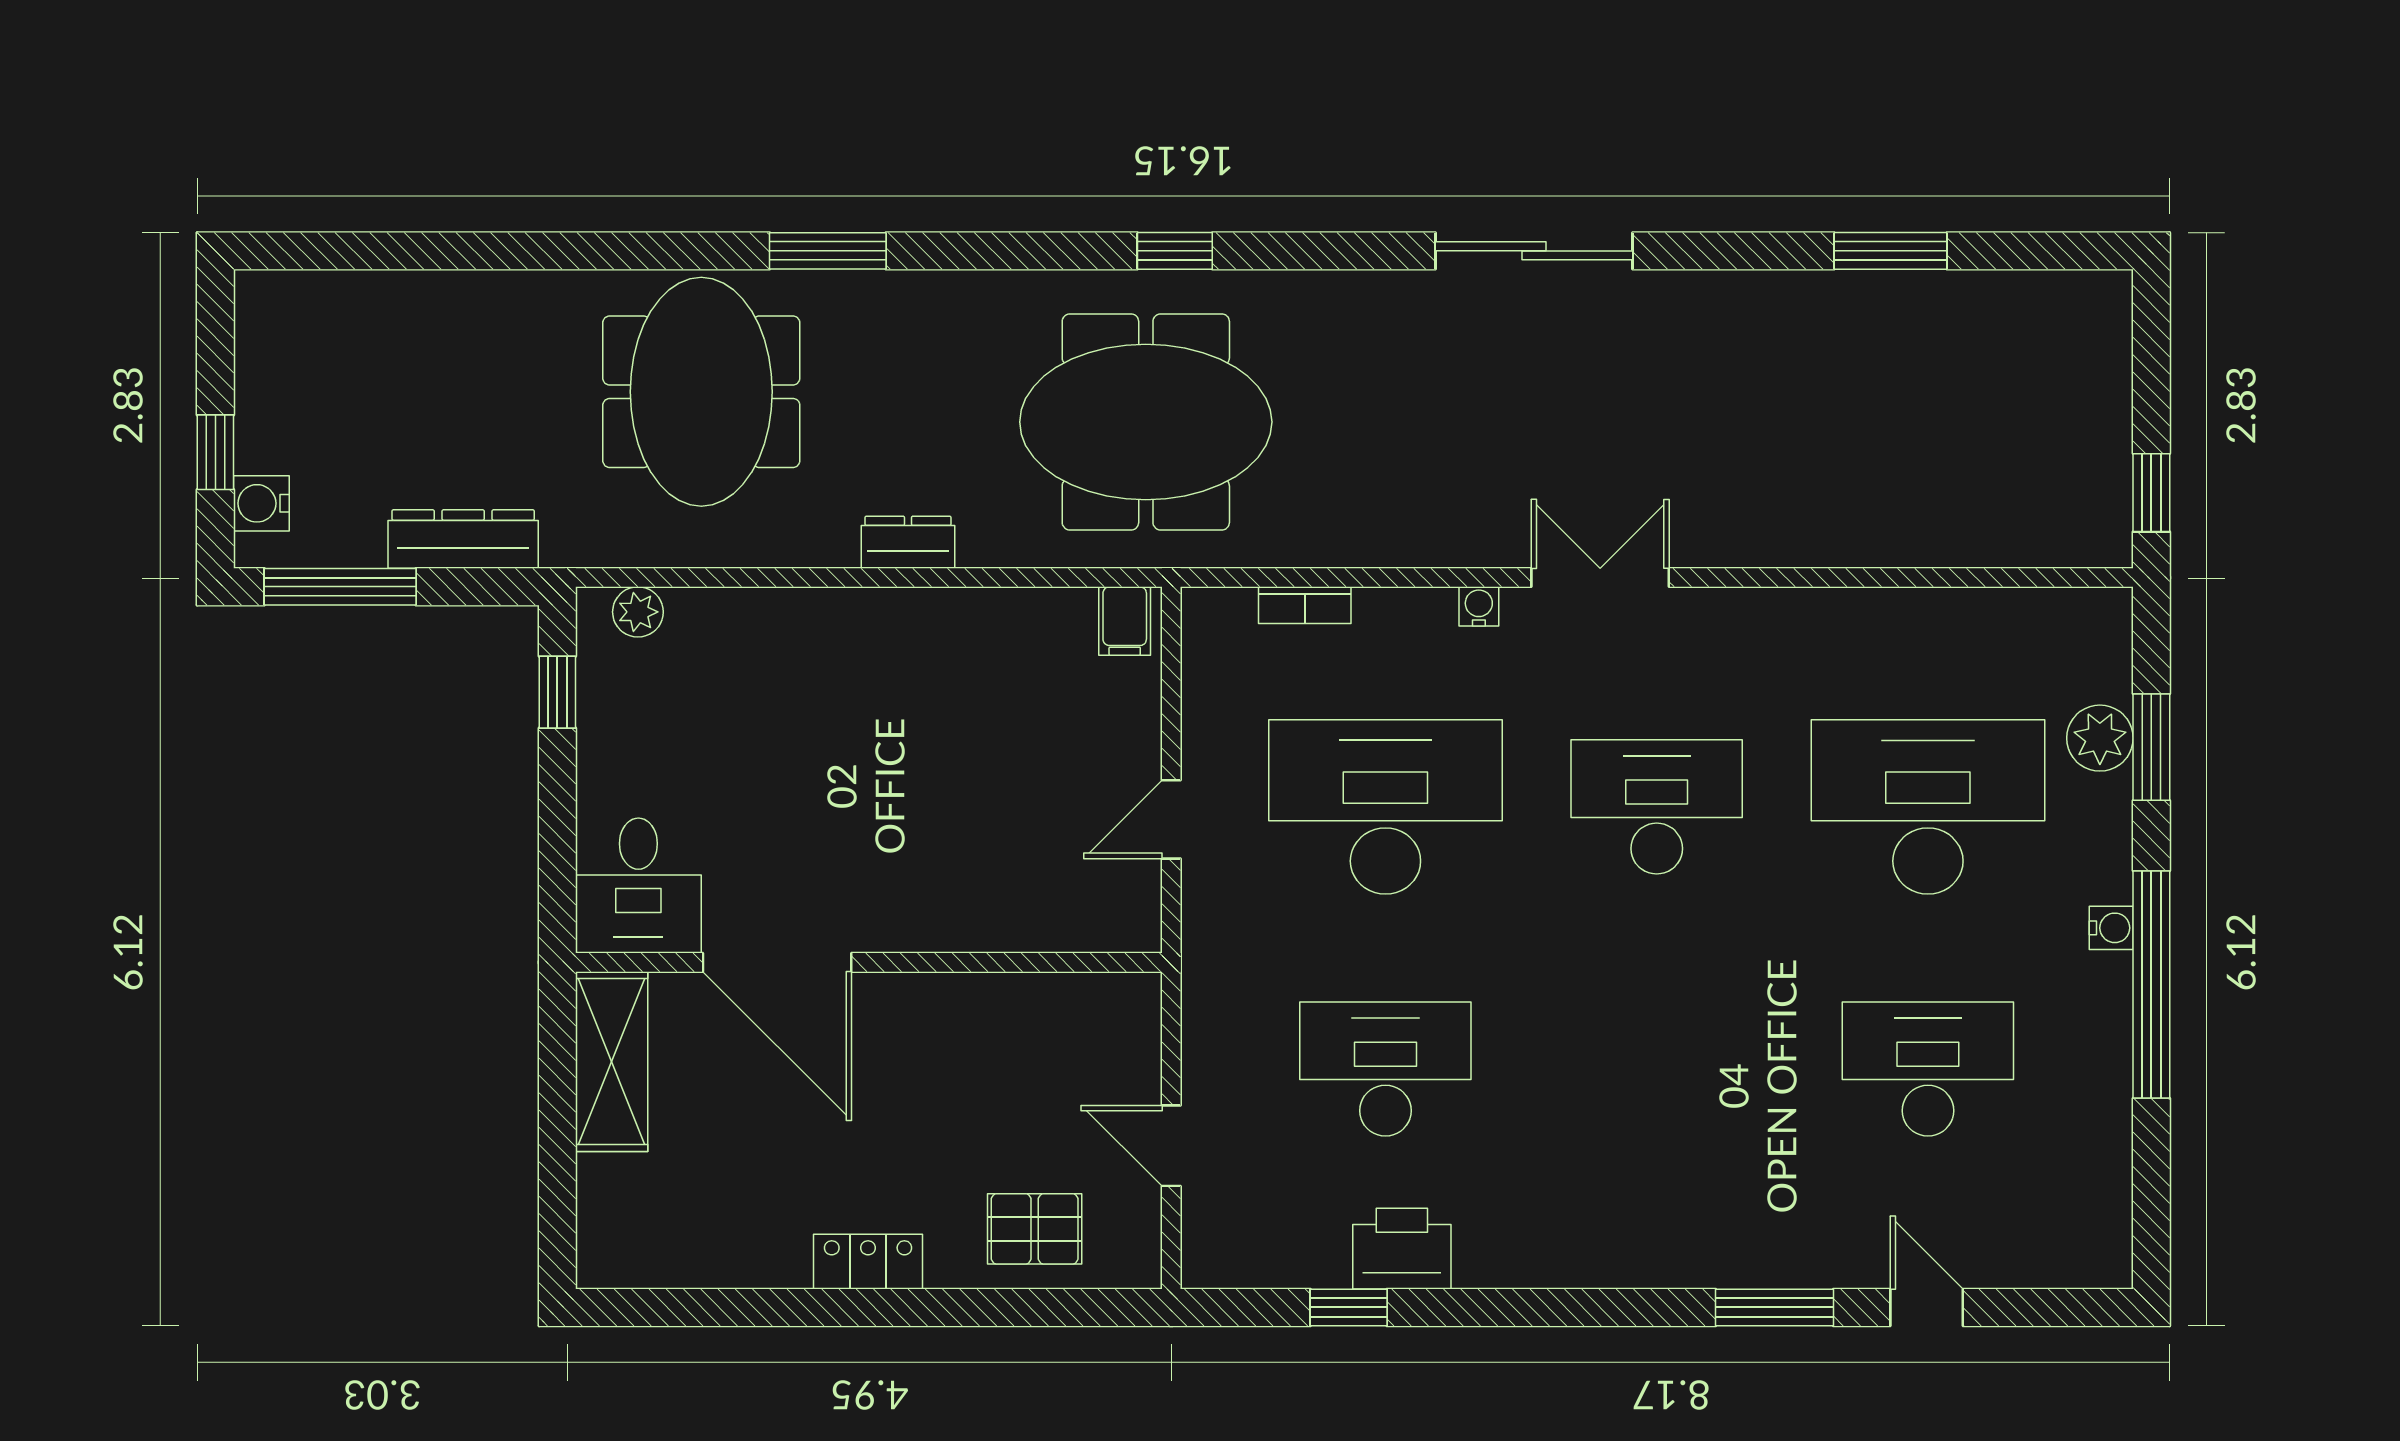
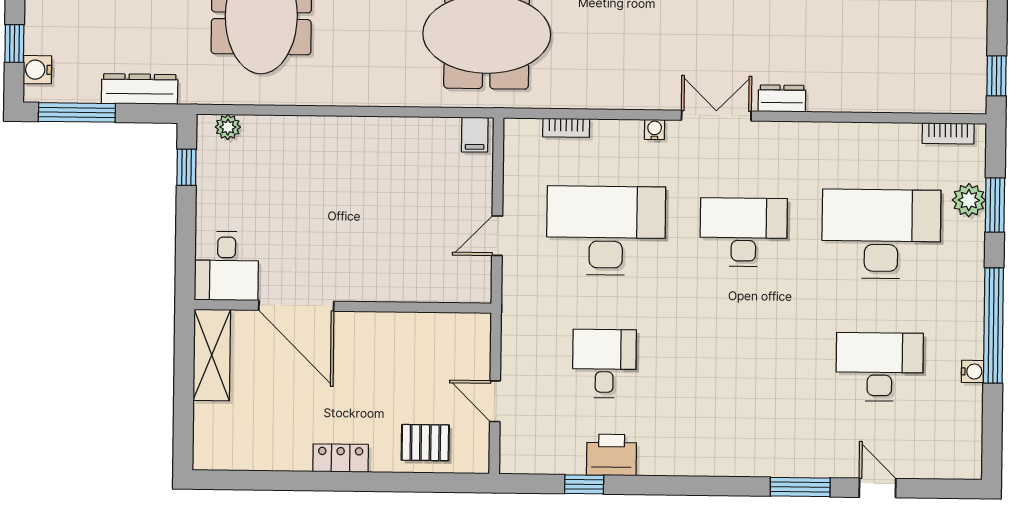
dresser: (908, 542) -> (782, 98), moved
bookcase: (2057, 607) -> (948, 133), added
water cooler: (2111, 928) -> (973, 371), moved
desk: (1385, 1069) -> (604, 364), width x0.73

